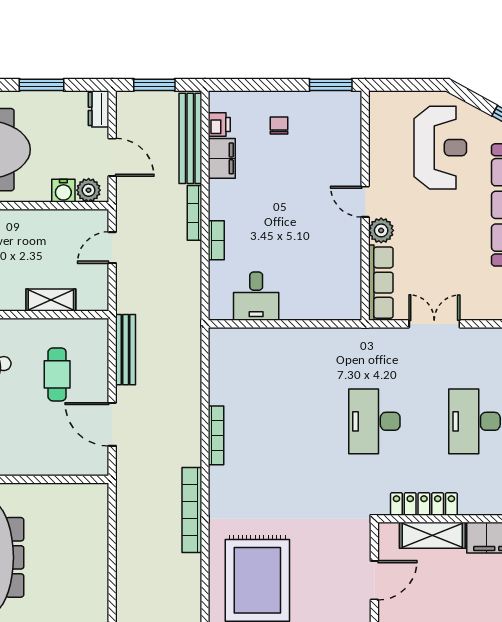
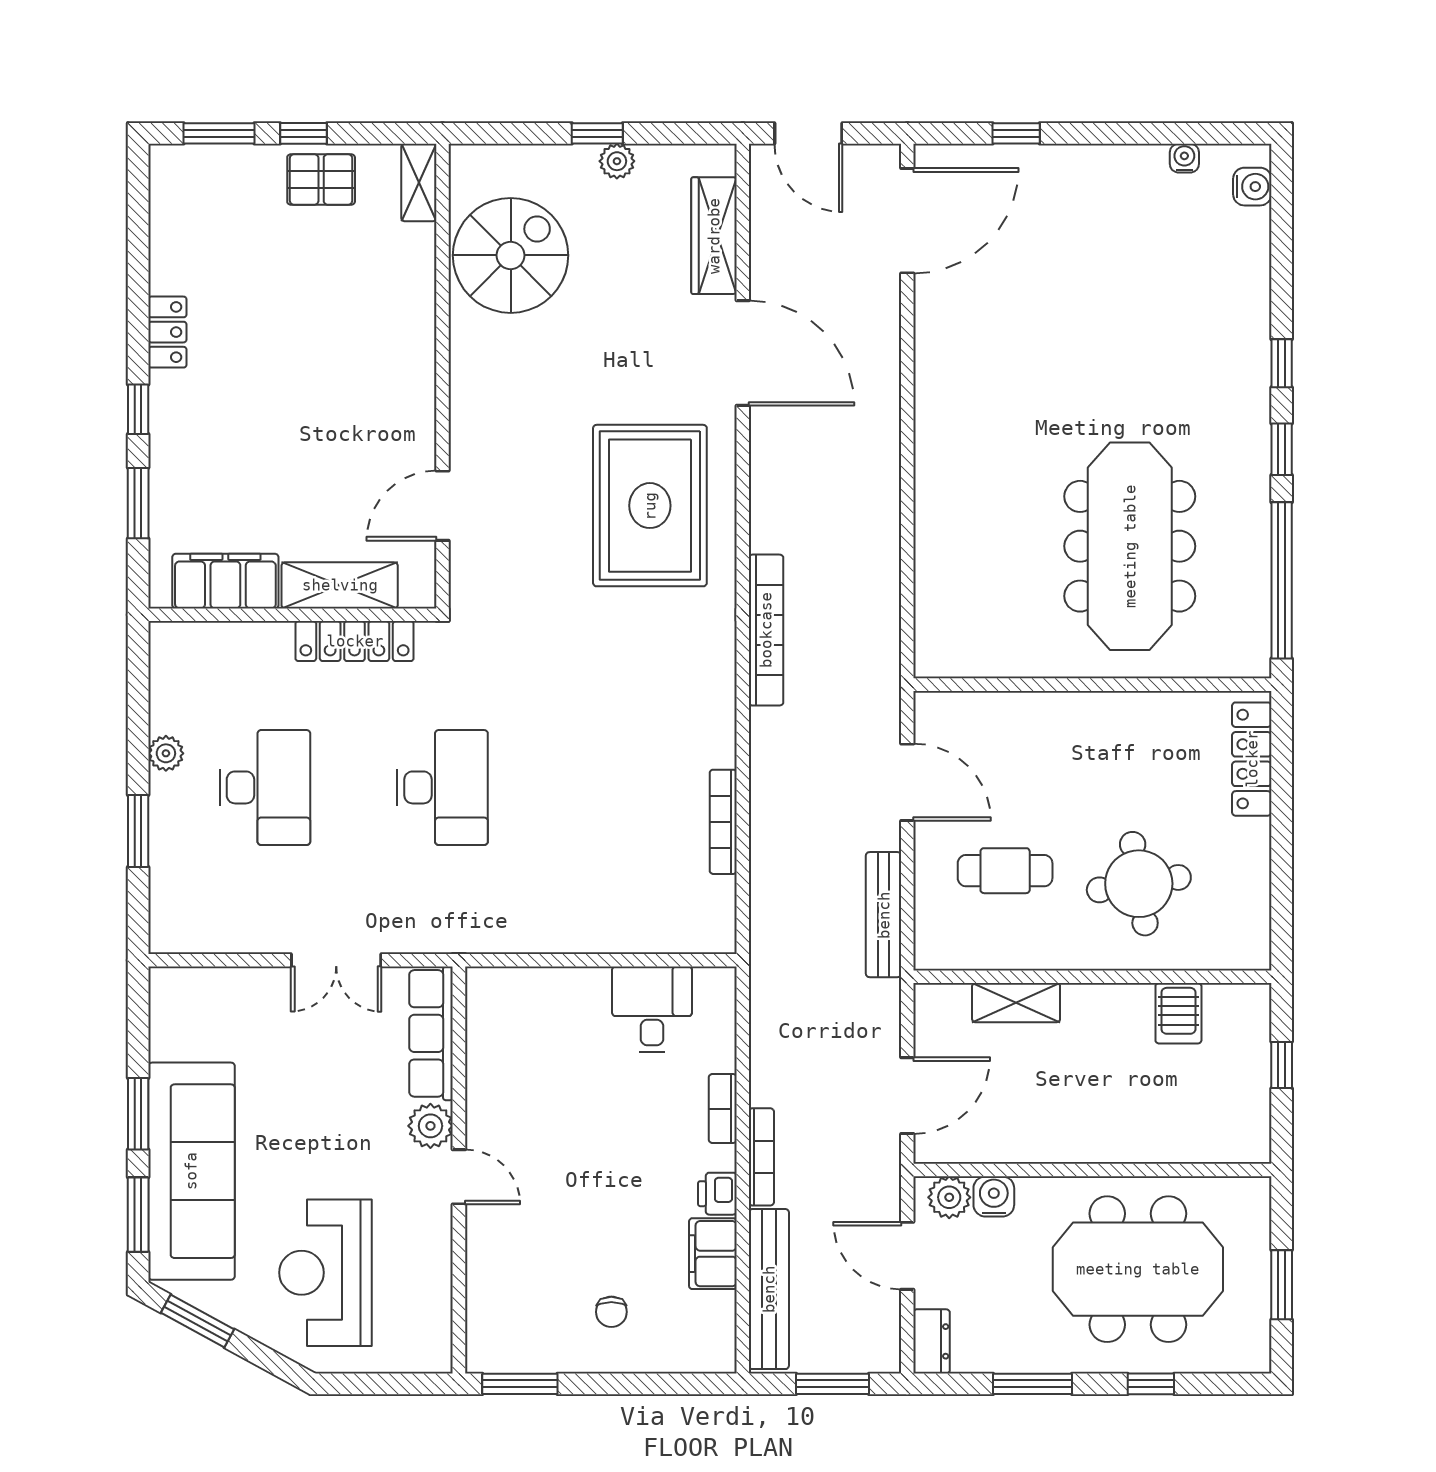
printer: (219, 125) -> (717, 1194), moved
door: (112, 248) -> (907, 1096), width x1.38
cafe table: (57, 374) -> (1005, 871), turned 90
bookcase: (216, 435) -> (723, 822), moved

